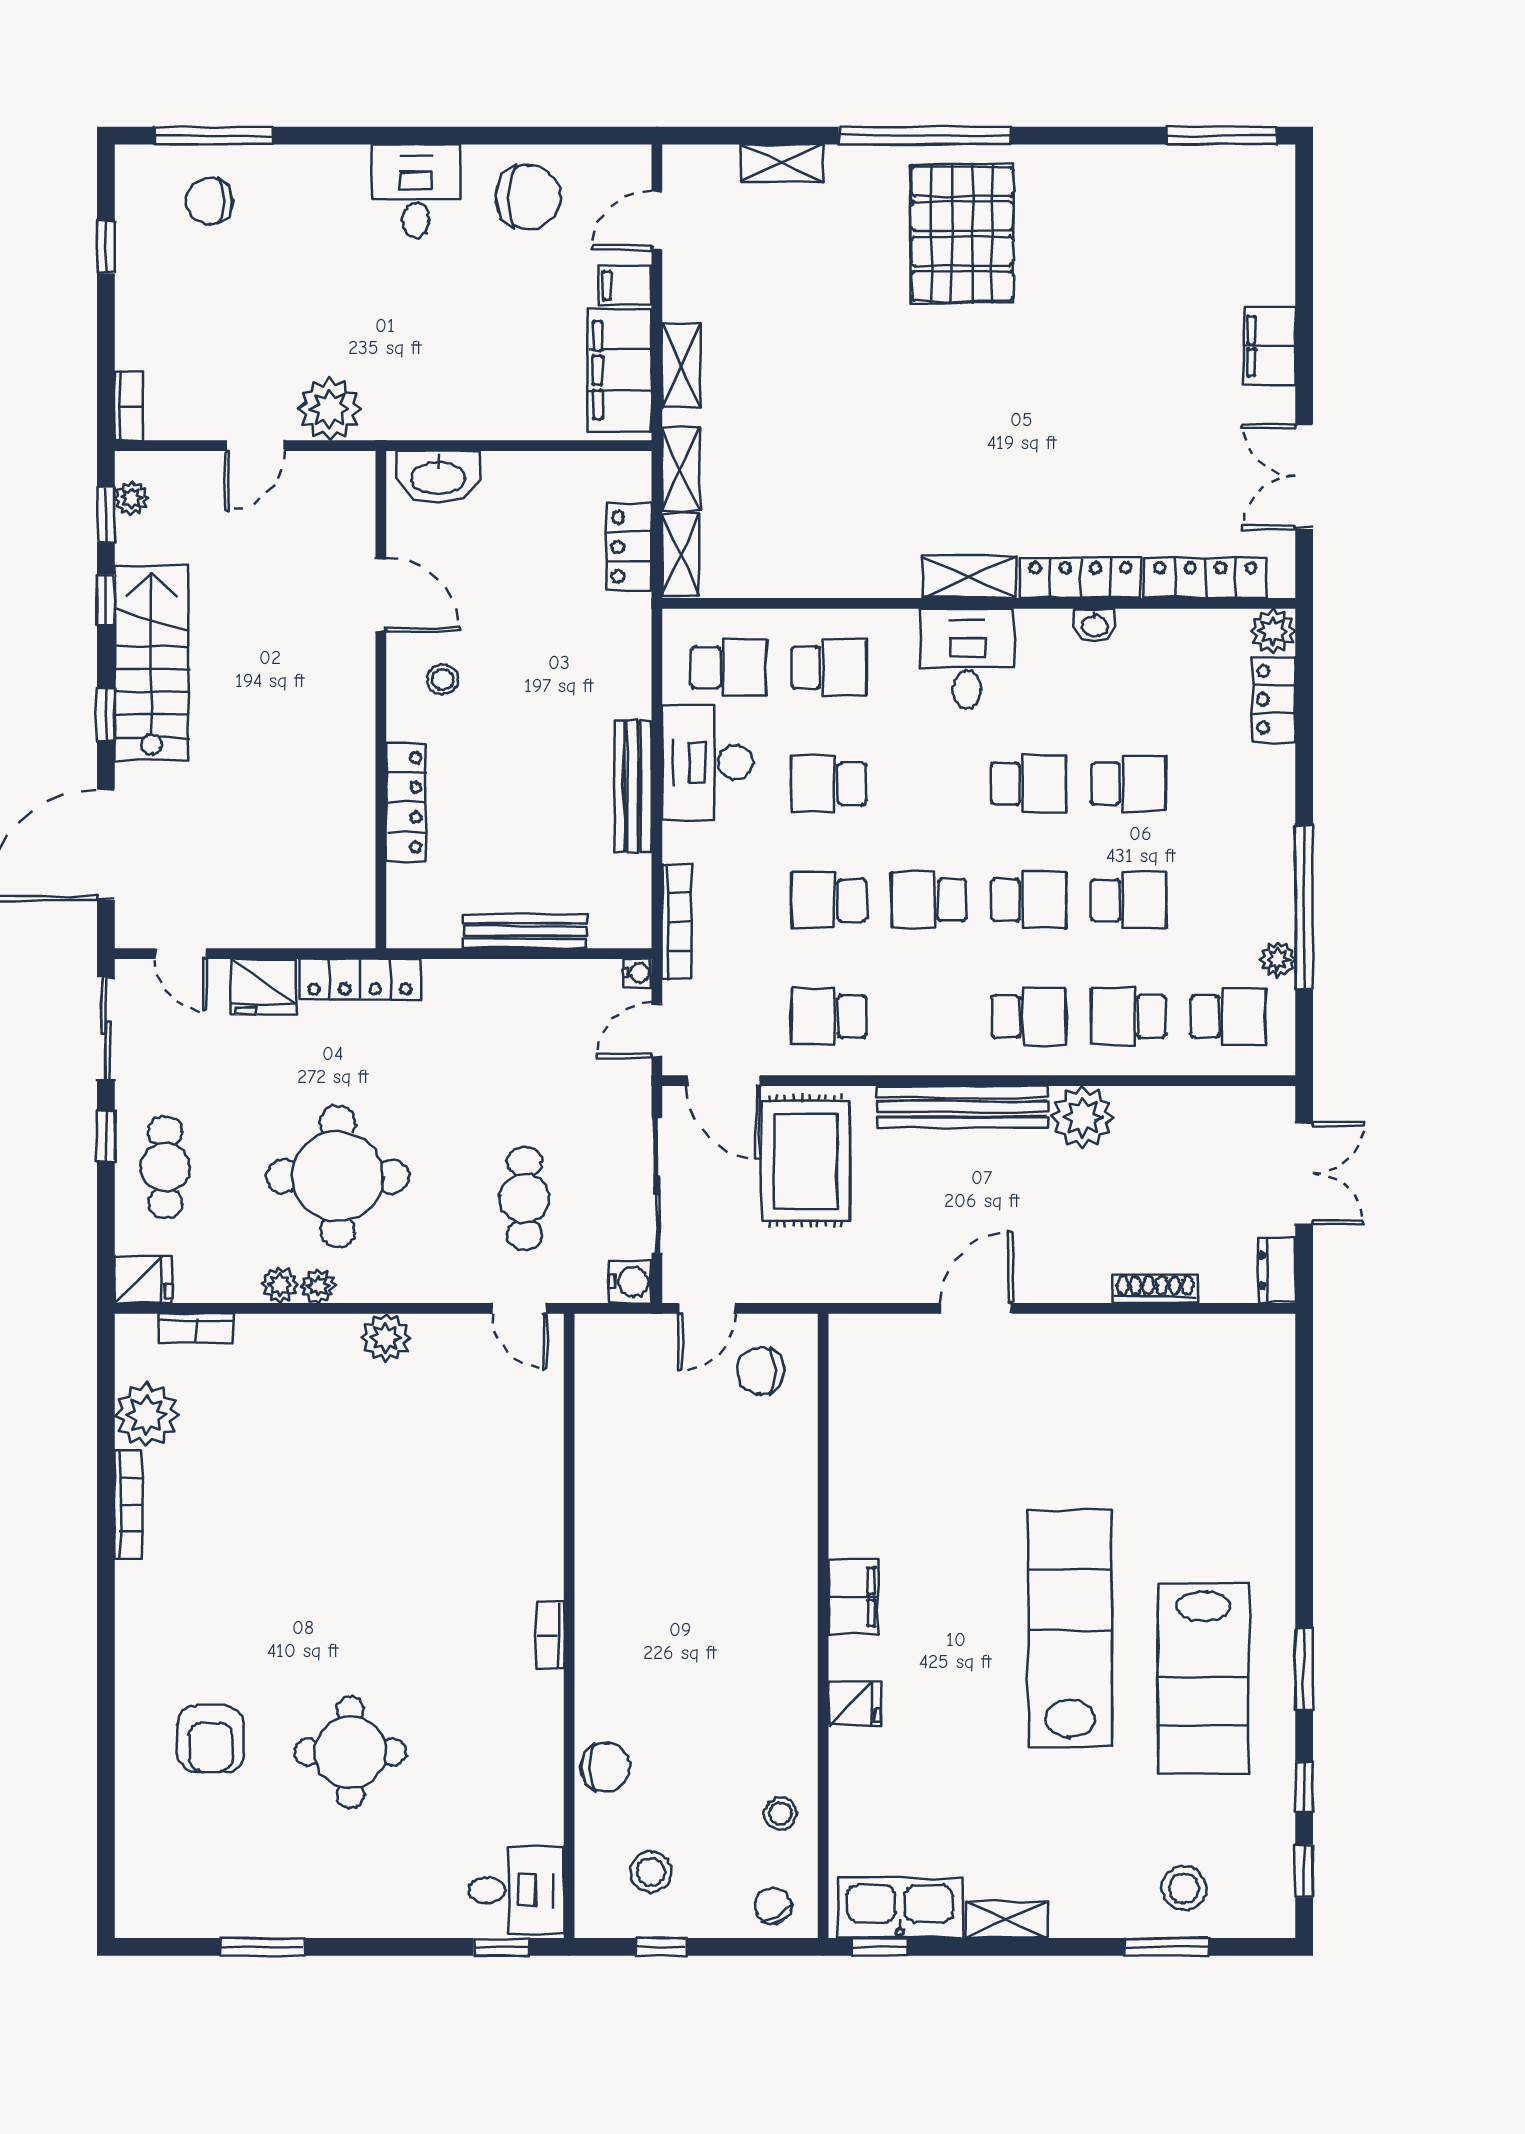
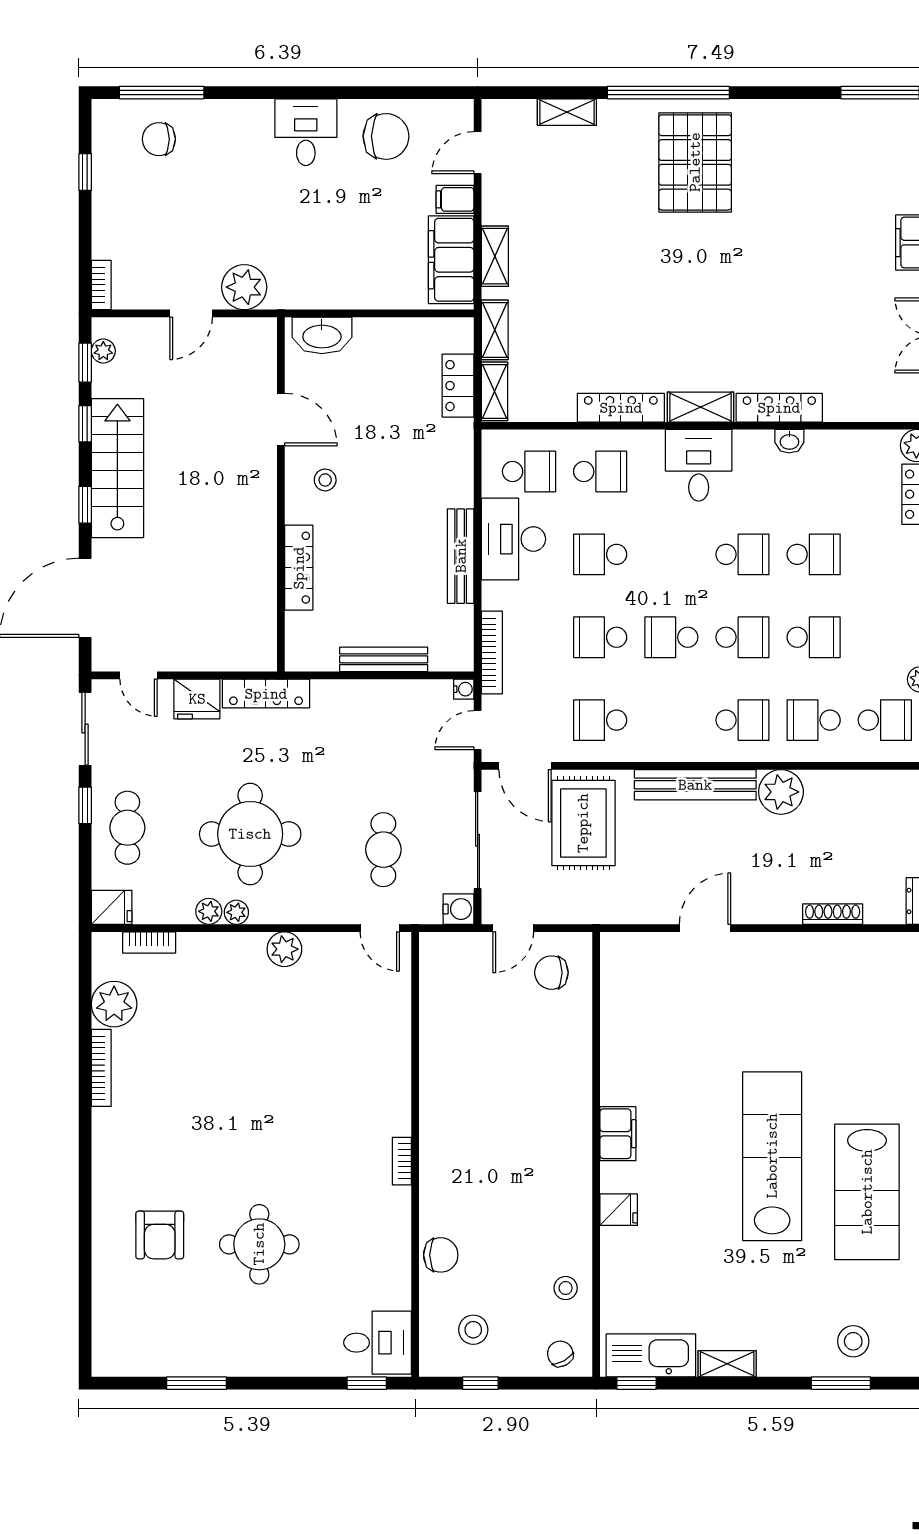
locker: (1205, 578) -> (621, 408), moved

